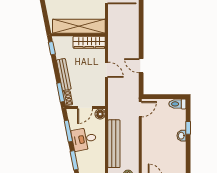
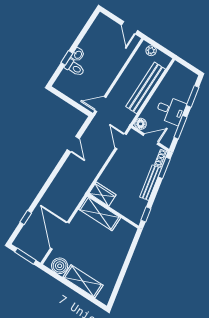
shelving: (79, 26) -> (100, 213), width x0.68
wardrobe: (89, 42) -> (102, 194), width x0.67
door: (107, 70) -> (121, 141), moved
toilet: (177, 104) -> (75, 68), moved

